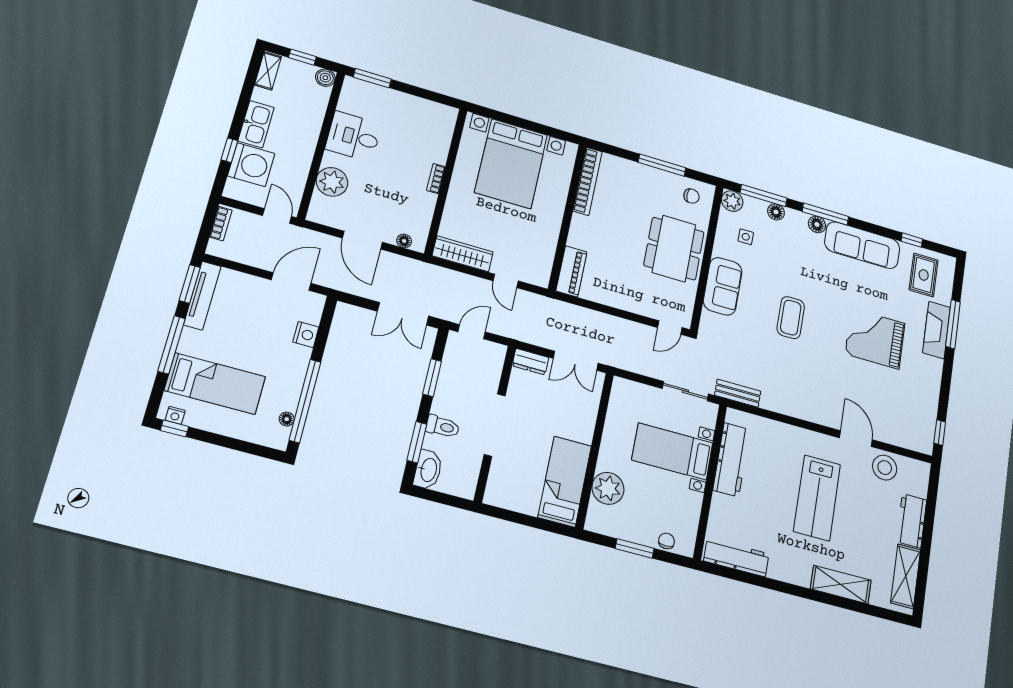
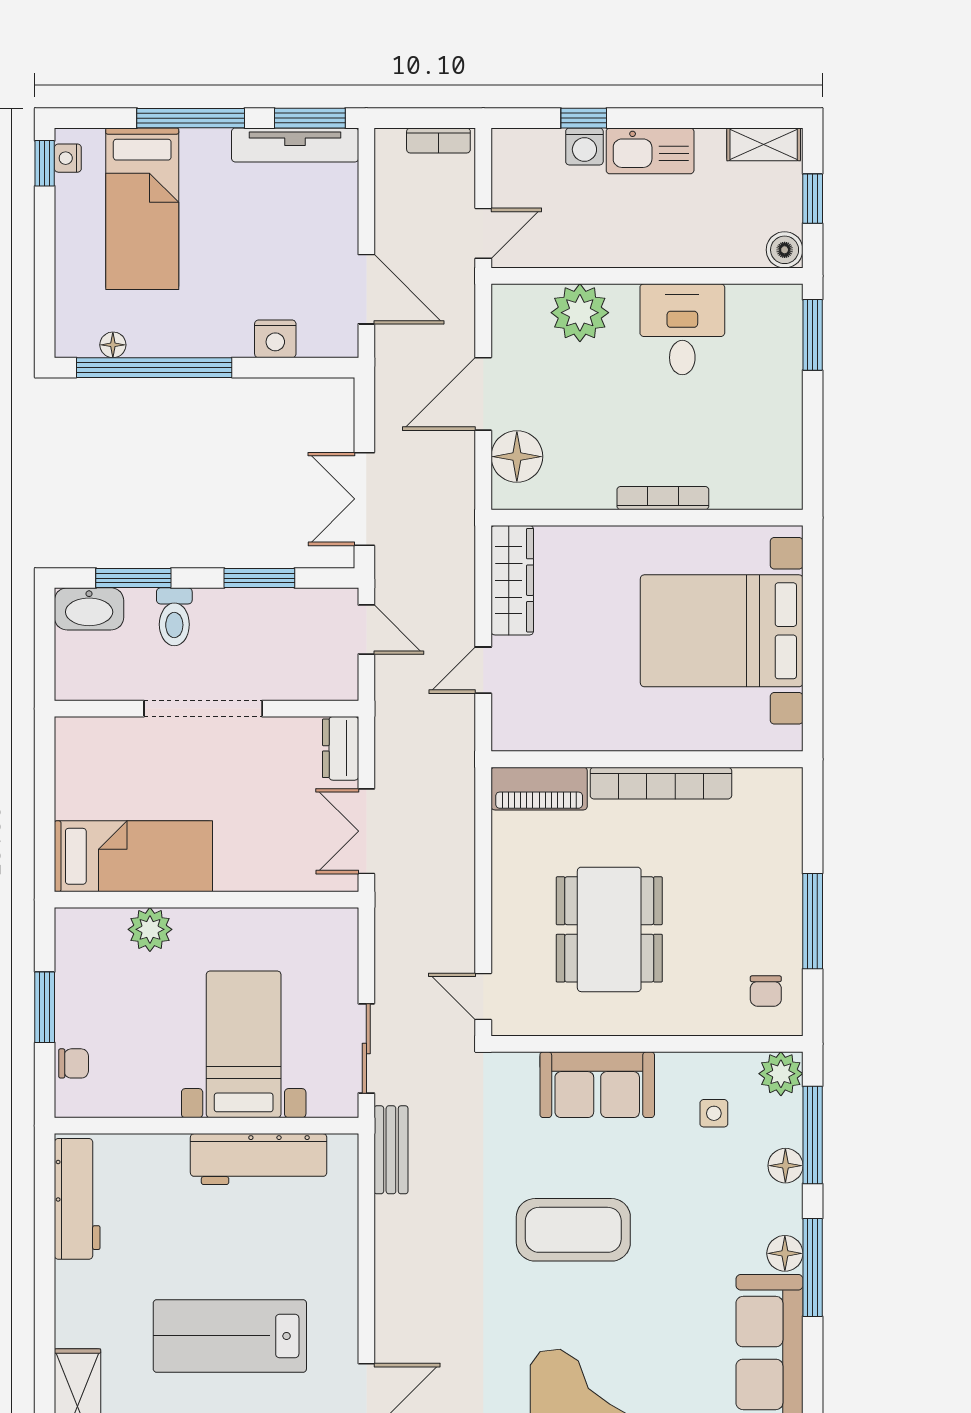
washing machine: (251, 165) -> (584, 146), width x0.53, depth x0.53
bookcase: (436, 179) -> (663, 498), width x1.56
bookcase: (588, 181) -> (661, 783), moved
floor lamp: (404, 241) -> (517, 457), width x1.89, depth x1.89
dining table: (674, 249) -> (609, 929), moved, turned 90
coffee table: (791, 318) -> (573, 1230), width x1.36, depth x1.32
plant: (608, 488) -> (150, 929), width x0.73, depth x0.73

